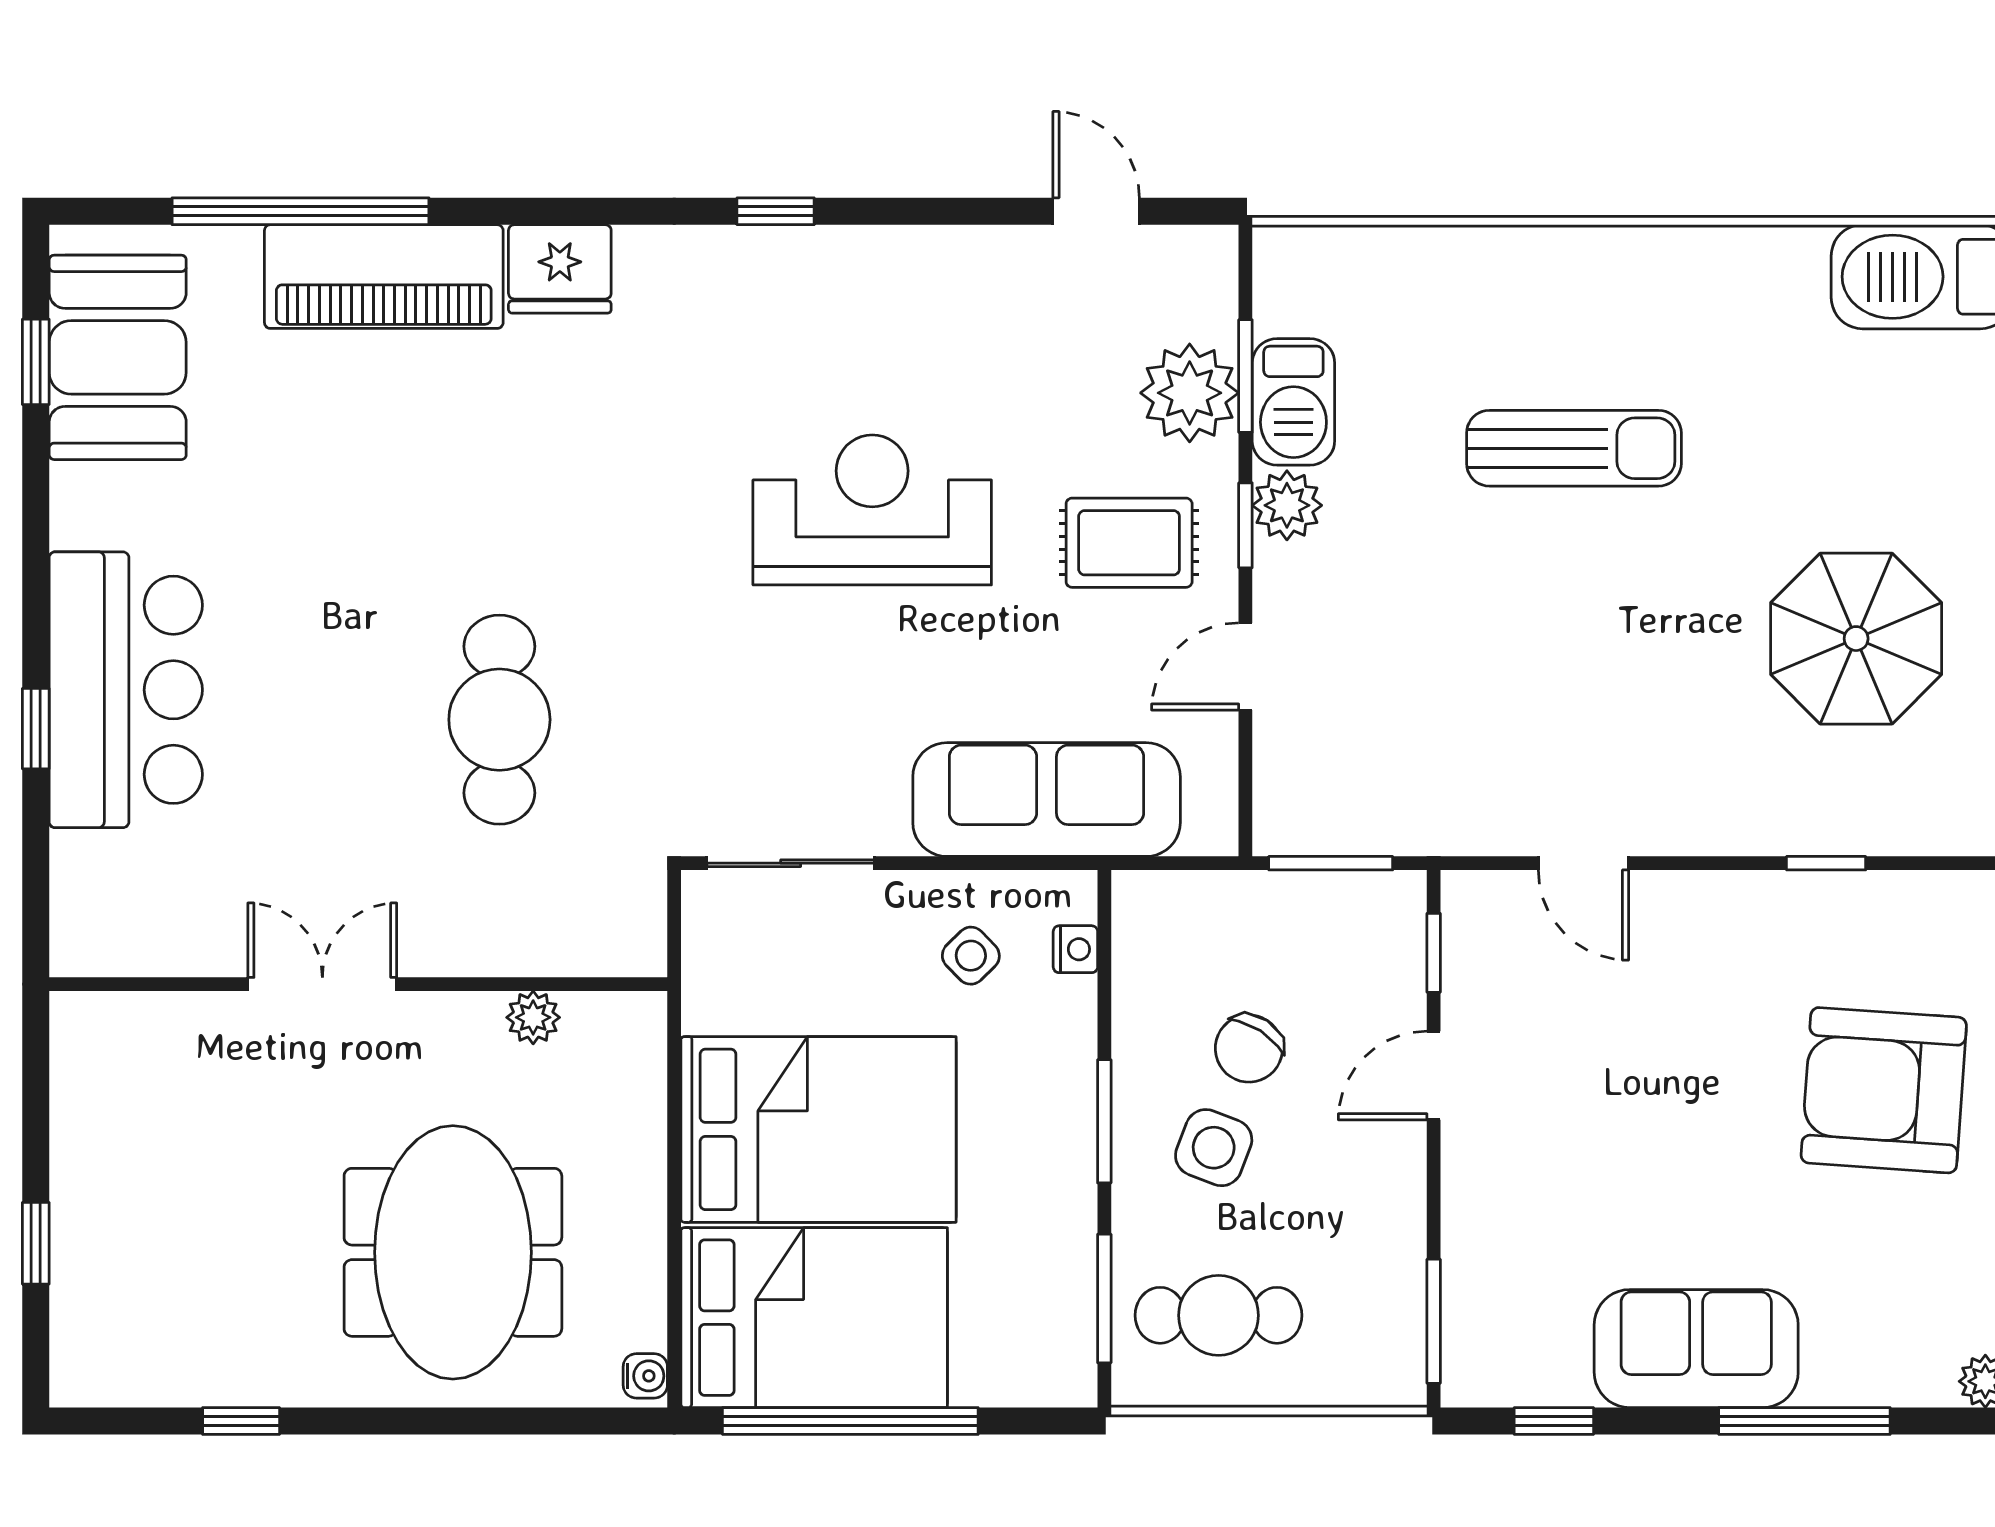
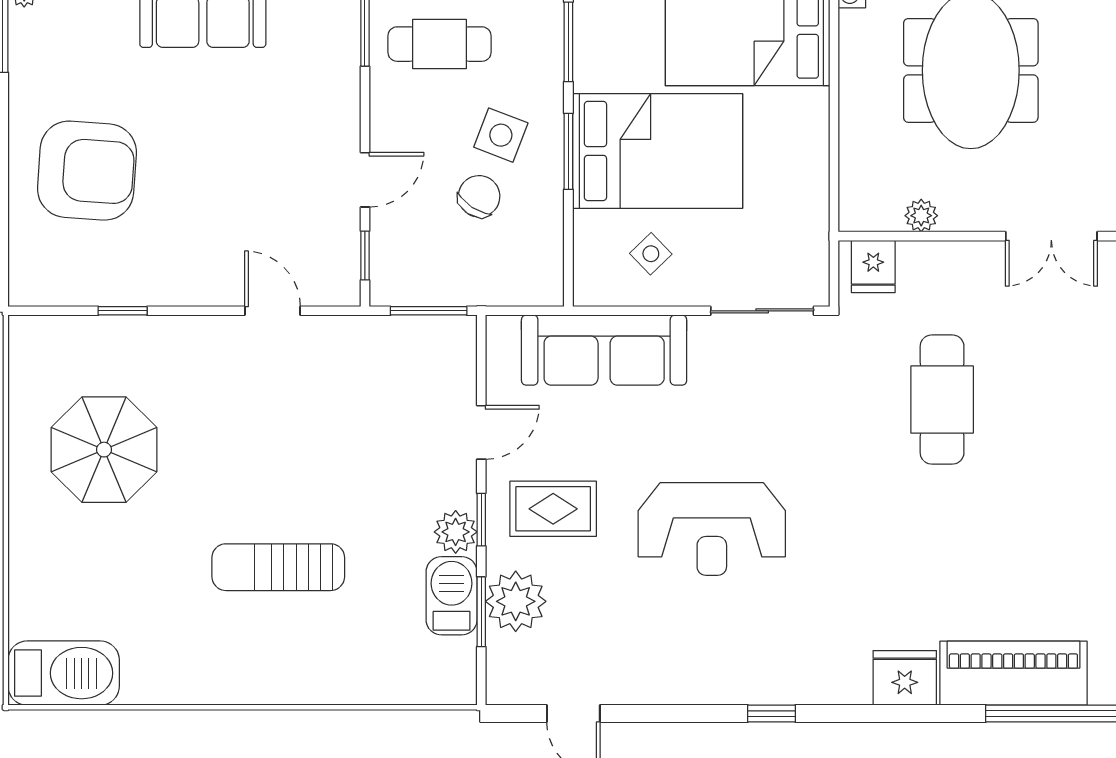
fridge: (611, 935) -> (873, 266), added
nightstand: (1075, 949) -> (586, 258), removed
bed: (818, 1129) -> (658, 151), moved, turned 180
cafe table: (1219, 1315) -> (439, 44), moved

